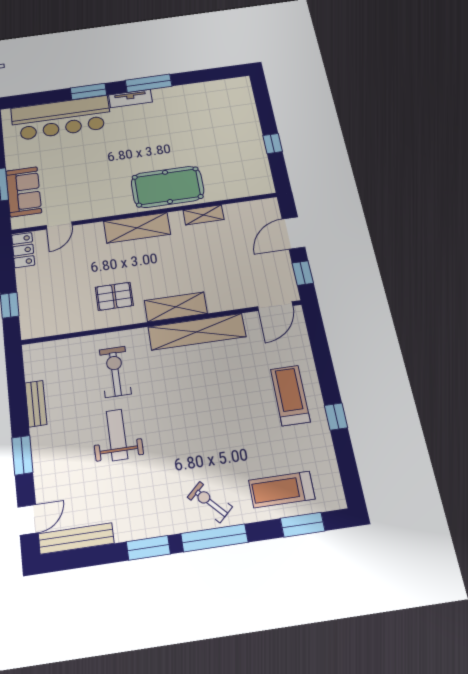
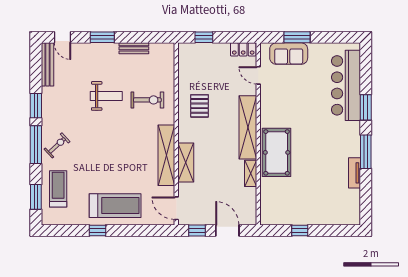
tv unit: (130, 99) -> (355, 173), moved
shelving: (137, 228) -> (248, 127), width x1.47
shelving: (176, 307) -> (186, 162), moved
treadmill: (290, 395) -> (115, 206), width x1.37, depth x1.38

